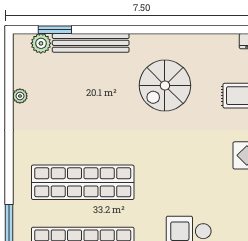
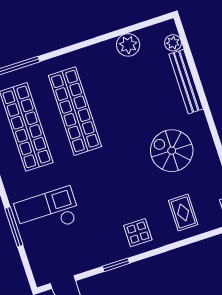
window: (55, 30) -> (187, 50), removed
plant: (20, 96) -> (128, 45), width x1.88, depth x1.88

